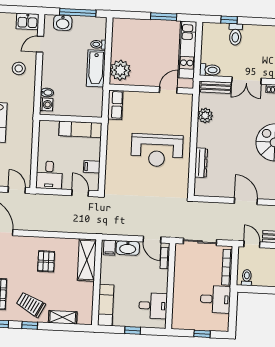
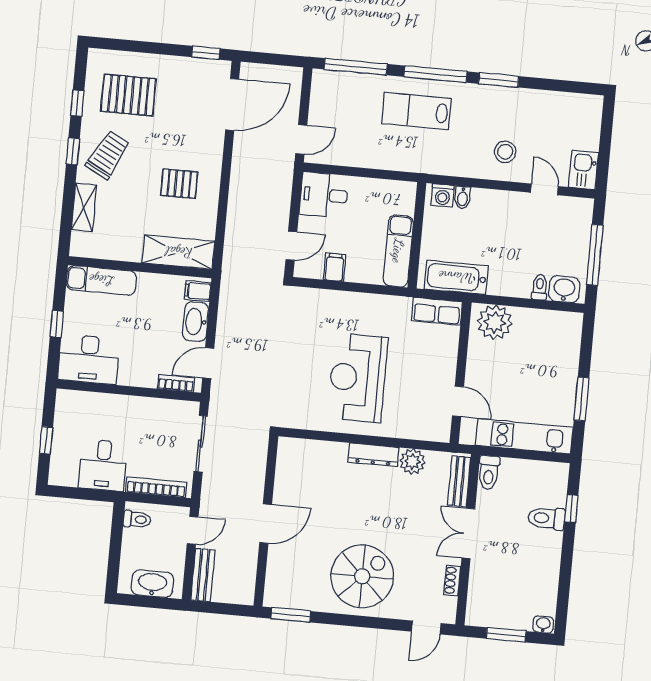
washbasin: (63, 23) -> (564, 289), moved, turned 90
bathtub: (96, 68) -> (456, 277), moved
dresser: (201, 163) -> (373, 455), moved
desk: (153, 306) -> (89, 359), width x1.37

